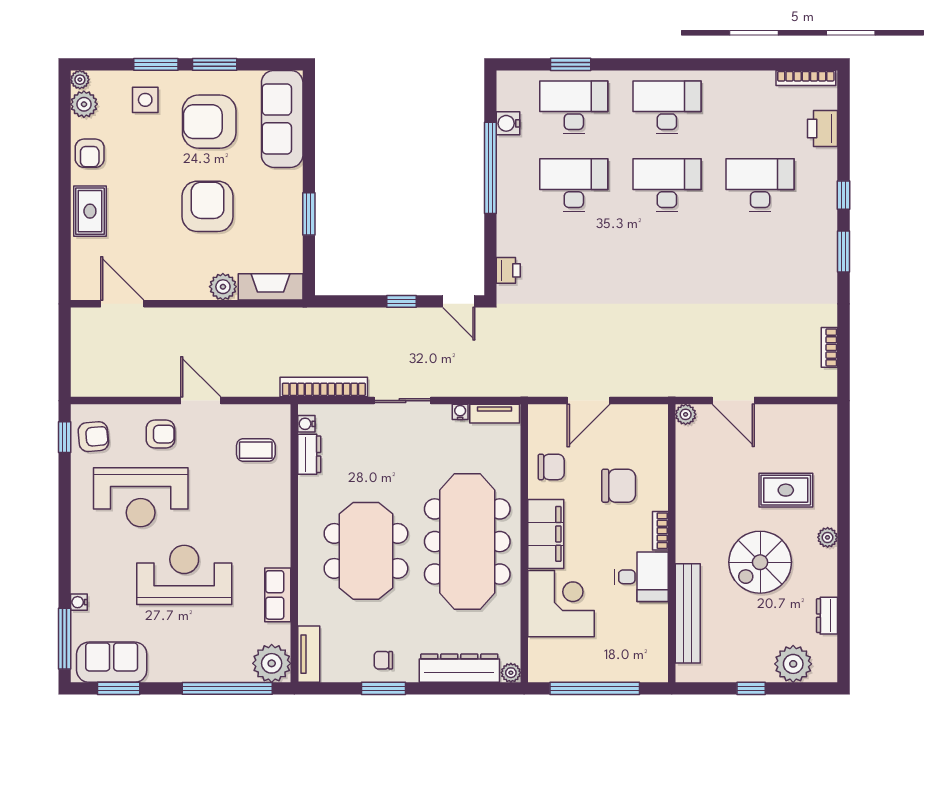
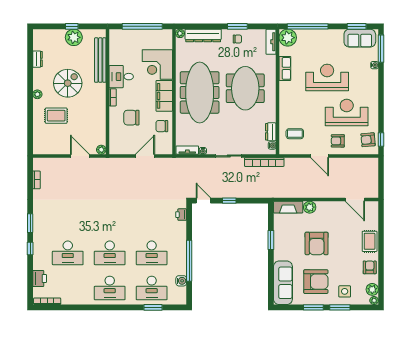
reception desk: (184, 575) -> (327, 77), turned 180
plant: (793, 664) -> (74, 37), moved

